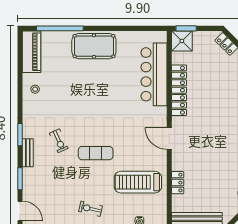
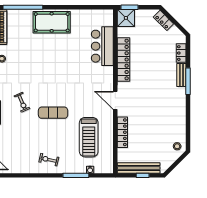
bar counter: (154, 74) -> (102, 46), width x0.73
treadmill: (138, 182) -> (89, 137), turned -90
locker: (178, 183) -> (122, 132), width x1.53

